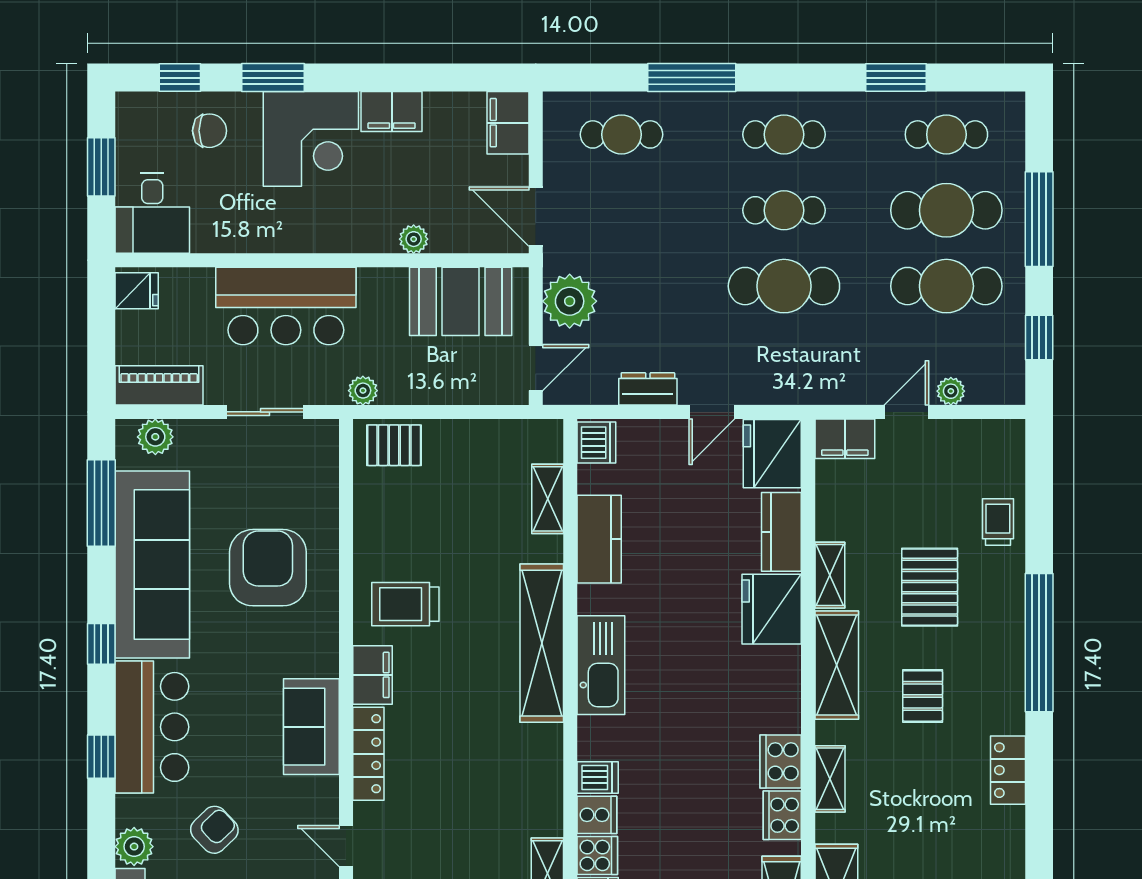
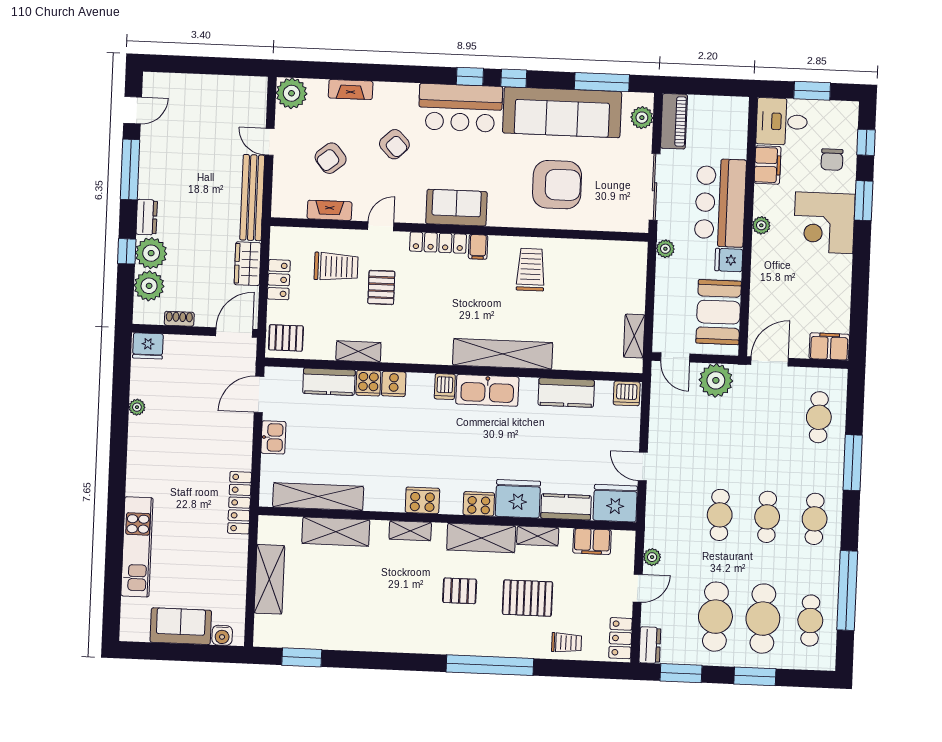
window: (896, 78) -> (847, 590), width x2.11
filing cabinet: (392, 112) -> (768, 165), moved, turned 180
window: (1039, 219) -> (755, 676), width x0.69
plant: (414, 239) -> (761, 225), moved
cafe table: (784, 286) -> (720, 515), width x0.73, depth x0.74
fridge: (137, 291) -> (729, 260), moved, turned 90
window: (1039, 337) -> (681, 673), width x1.50
dresser: (648, 389) -> (650, 645), moved
plant: (951, 391) -> (652, 557), moved
sliding door: (265, 412) -> (655, 187), width x1.37
door: (906, 412) -> (638, 588), hinge flipped
filing cabinet: (845, 439) -> (592, 541), moved, turned -90
pallet: (394, 445) -> (381, 287), moved
shelving: (548, 499) -> (634, 336), moved, turned 90
filing cabinet: (373, 675) -> (478, 247), width x0.50
window: (101, 757) -> (470, 77), moved
locker: (1008, 770) -> (620, 638), moved, turned -90
dishwasher: (598, 777) -> (445, 387), moved
cooker: (782, 815) -> (479, 504), moved
plant: (134, 847) -> (386, 94), removed

